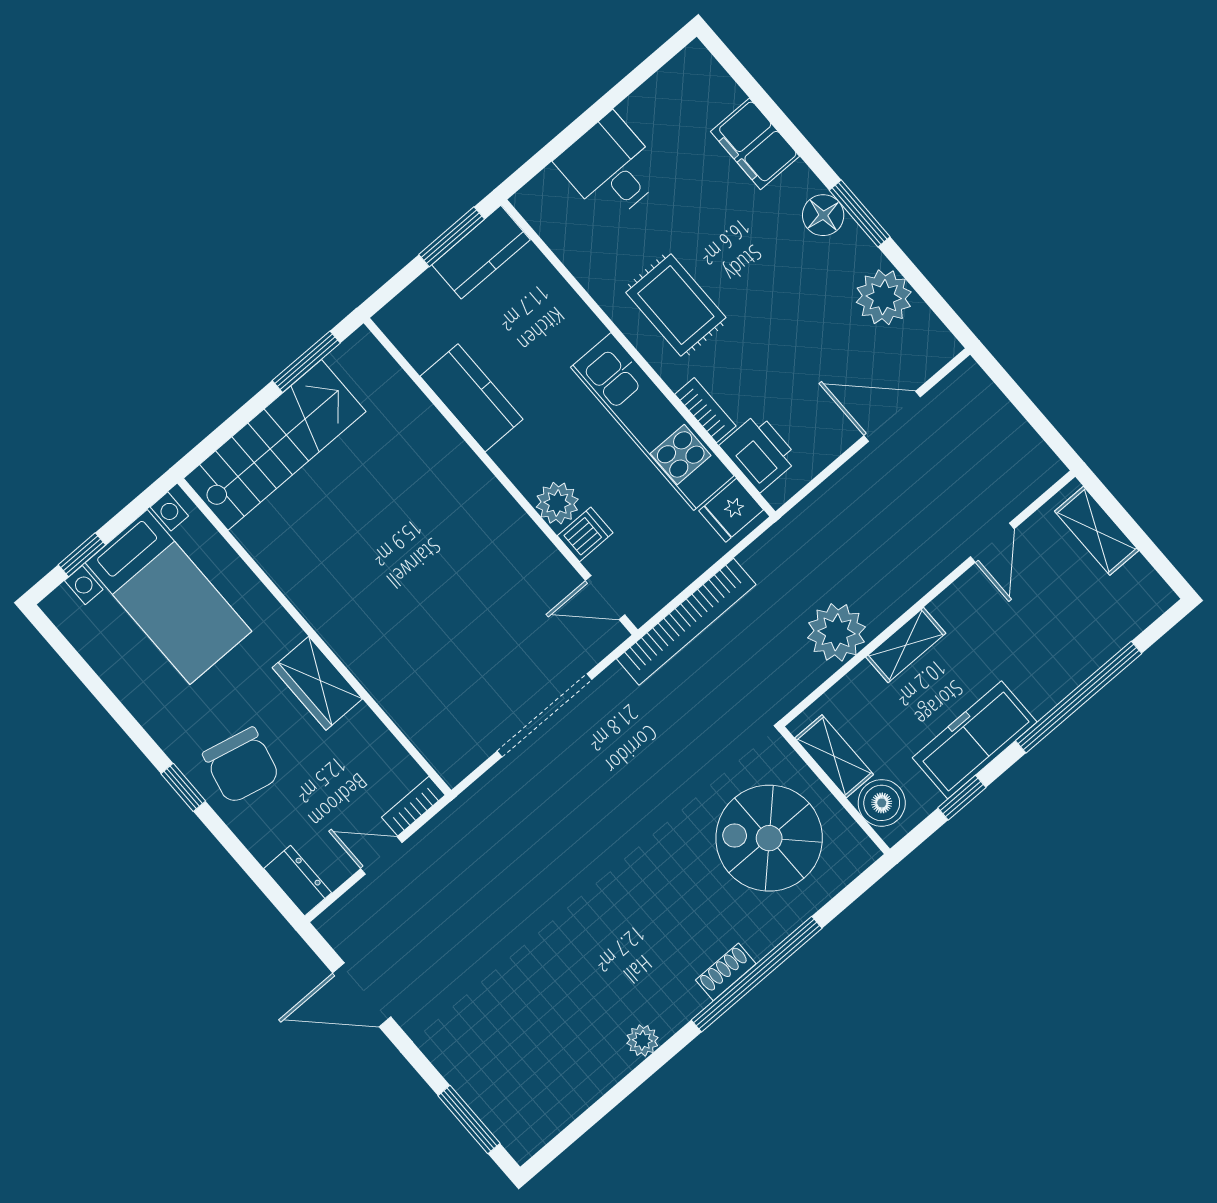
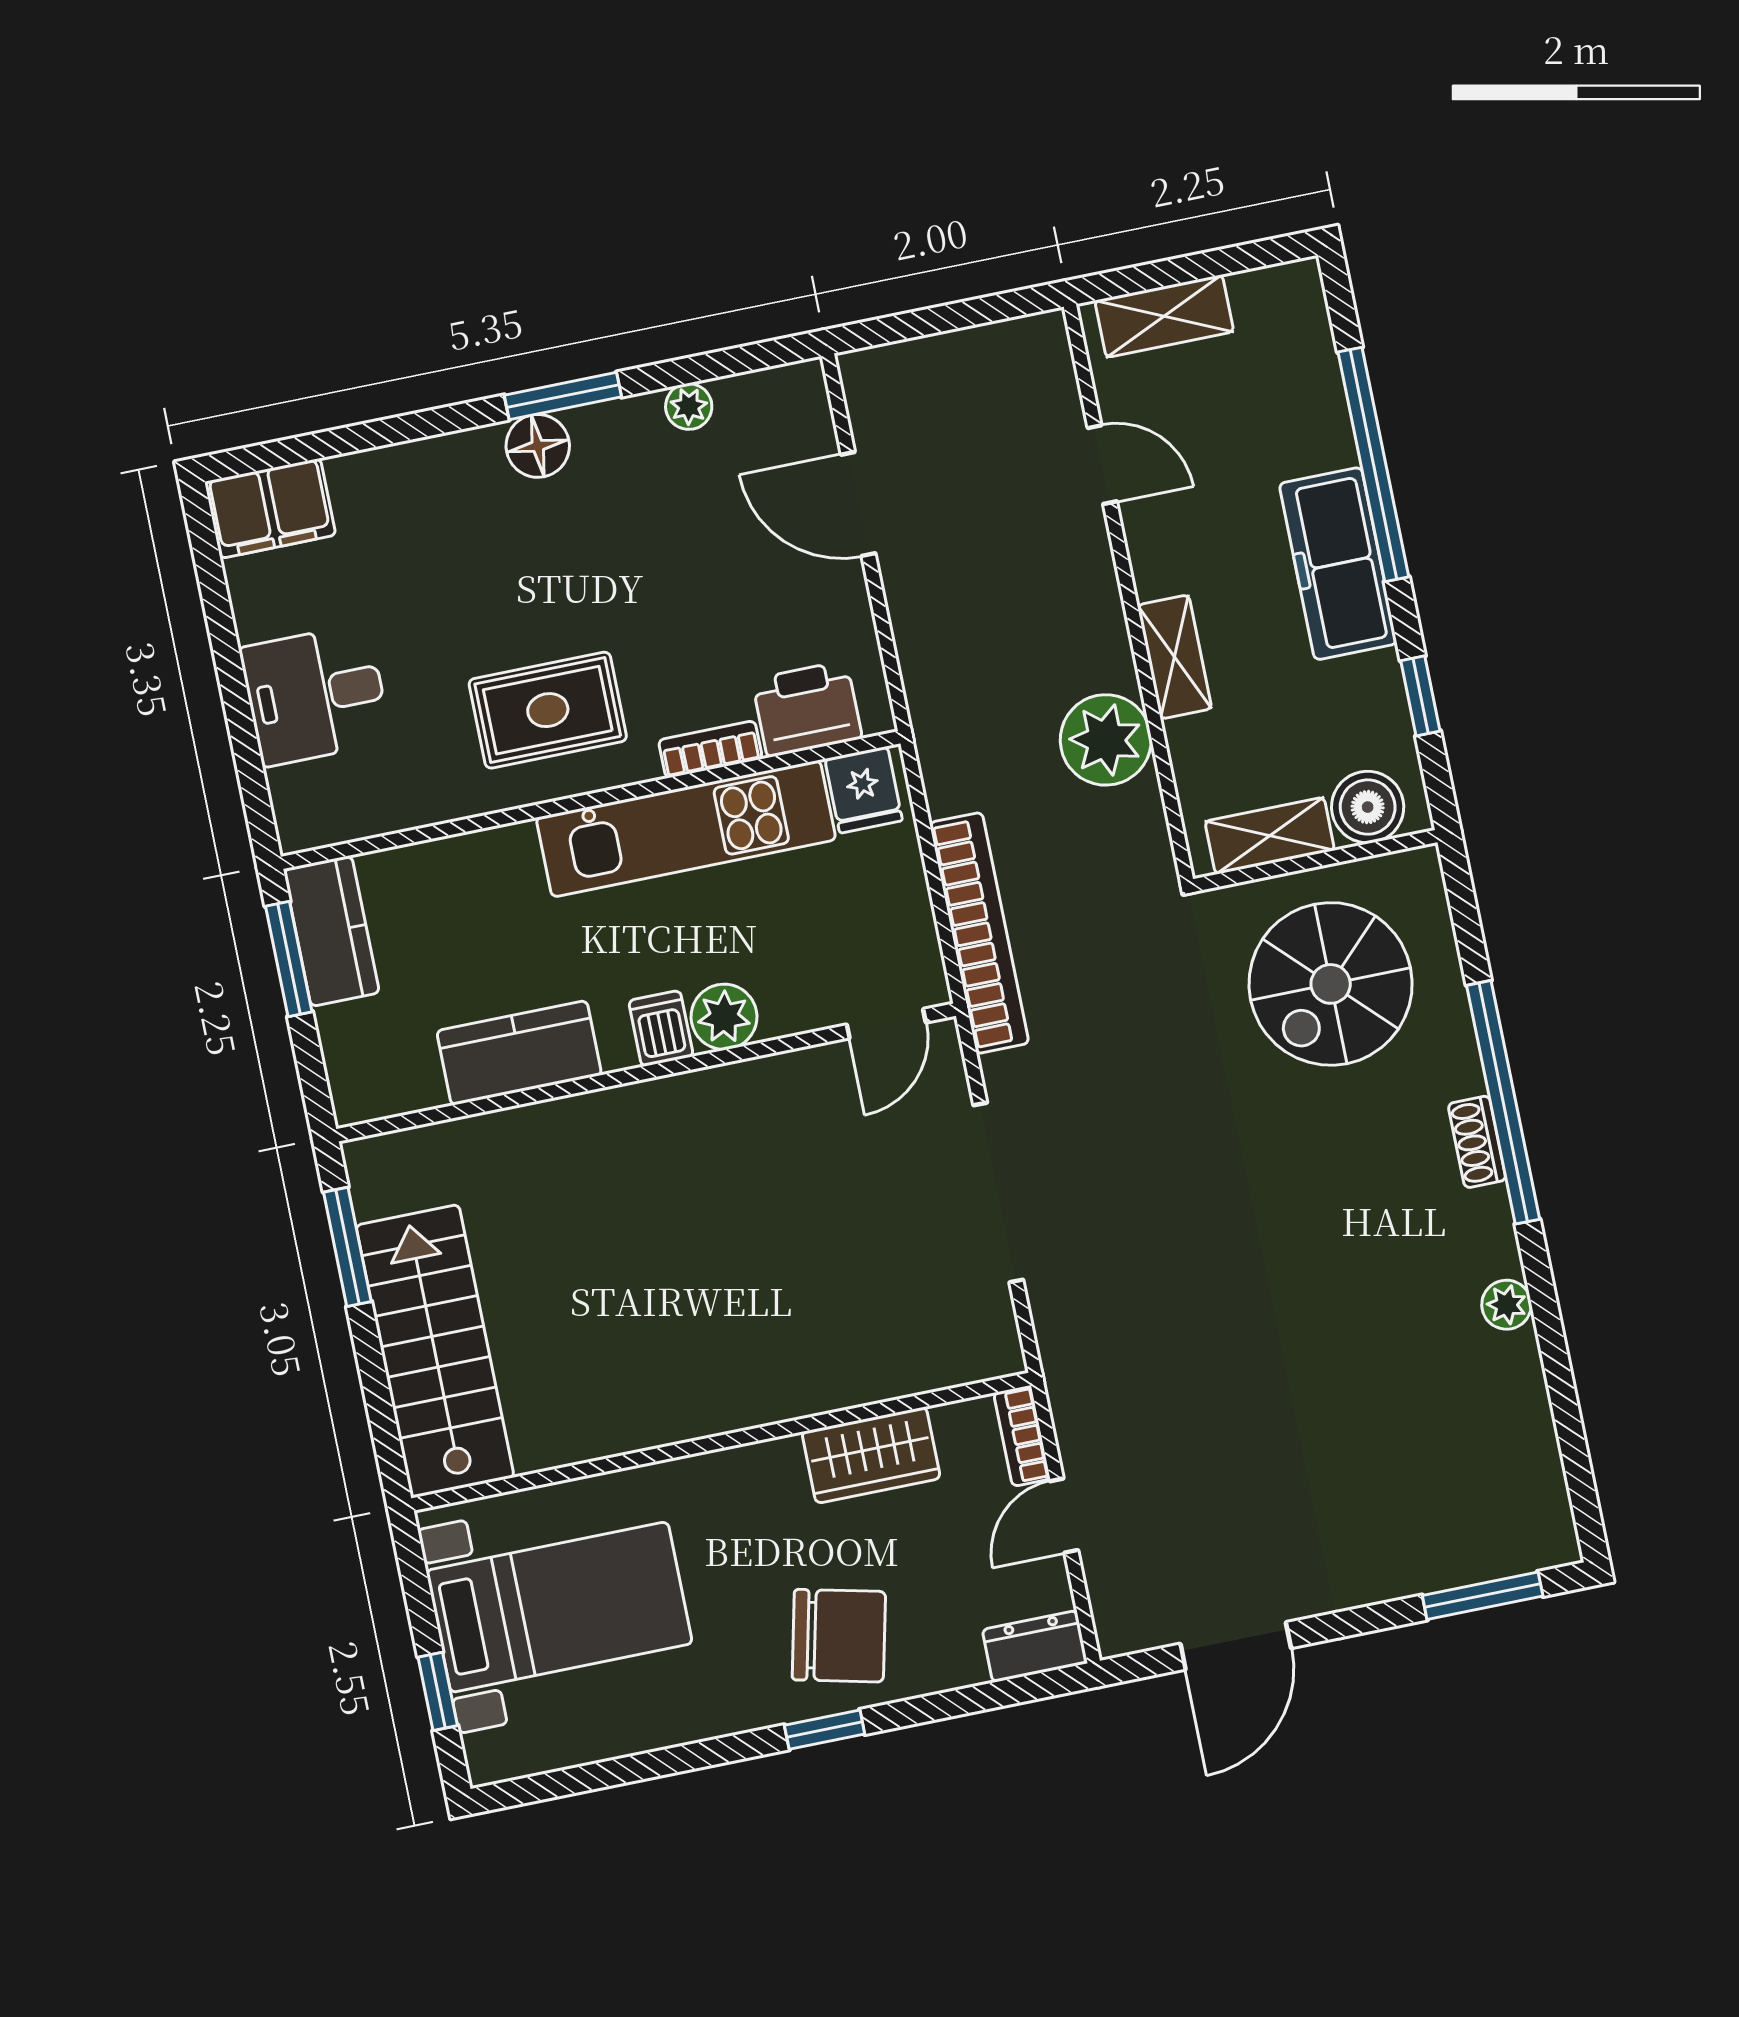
filing cabinet: (755, 144) -> (270, 508), moved
plant: (884, 297) -> (689, 406), width x0.53, depth x0.53
door: (892, 416) -> (858, 504), hinge flipped
dishwasher: (585, 534) -> (661, 1028), moved
wardrobe: (317, 683) -> (871, 1455), moved
freezer: (975, 740) -> (1338, 564), moved

